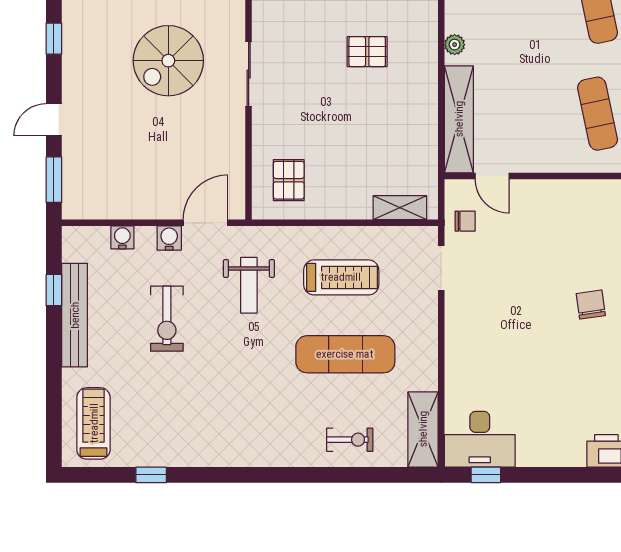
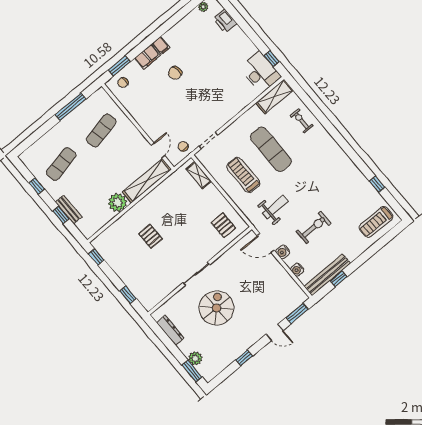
plant: (455, 45) -> (117, 202), width x1.88, depth x1.88
spiral stairs: (168, 61) -> (216, 308), turned -90
pallet: (289, 180) -> (223, 225), turned 90
bench: (75, 315) -> (327, 275), moved

